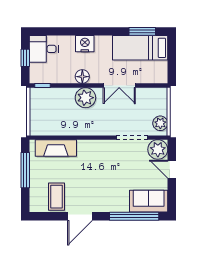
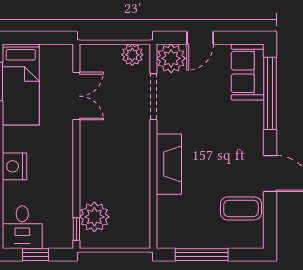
floor lamp: (82, 77) -> (63, 170), removed
double door: (119, 86) -> (76, 96), moved
plant: (85, 98) -> (94, 217), moved
fireplace: (56, 148) -> (169, 164), moved

